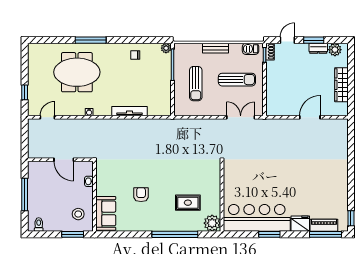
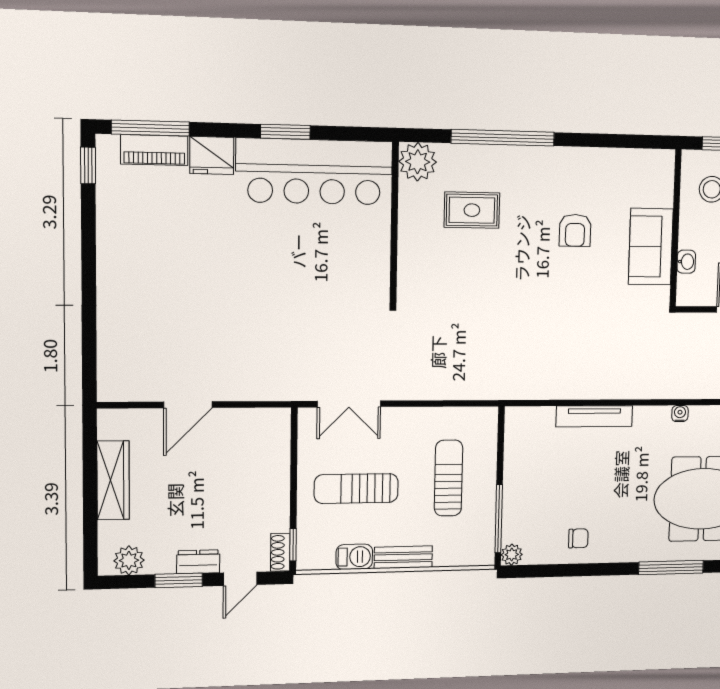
dresser: (318, 48) -> (198, 562), moved
barbecue: (251, 49) -> (354, 557), moved
sofa: (106, 213) -> (651, 247), moved

